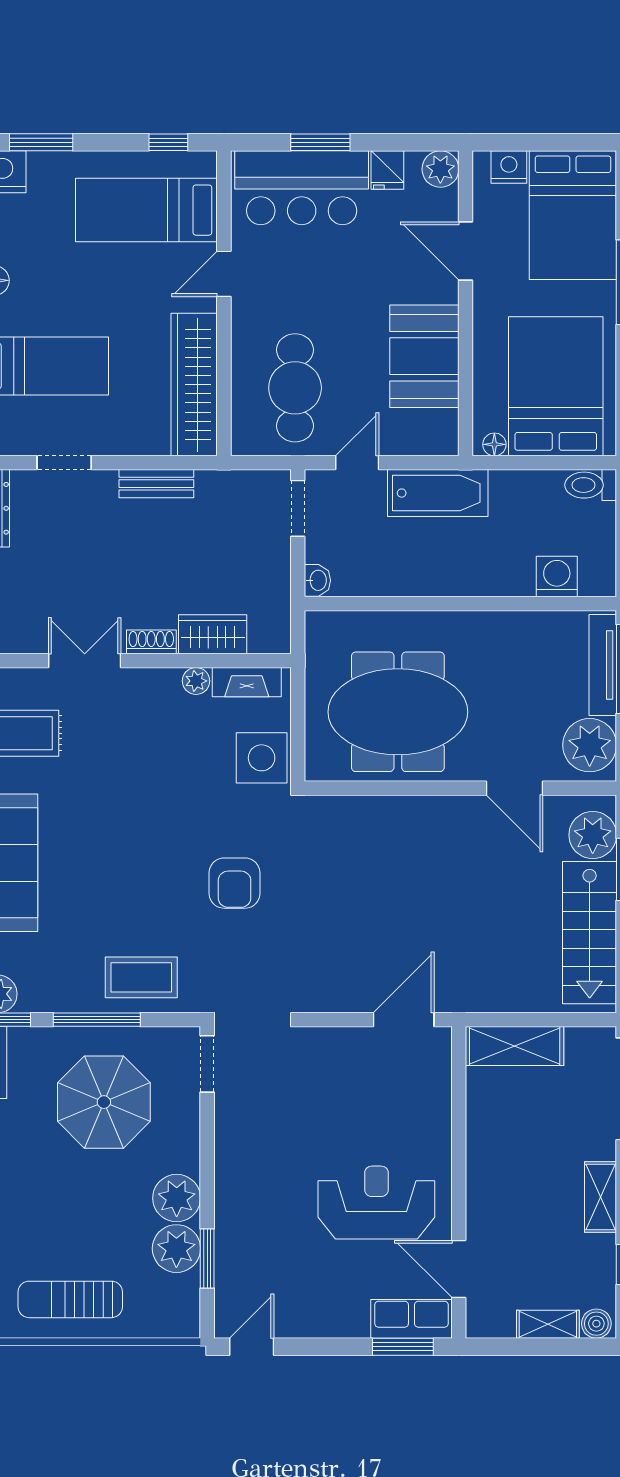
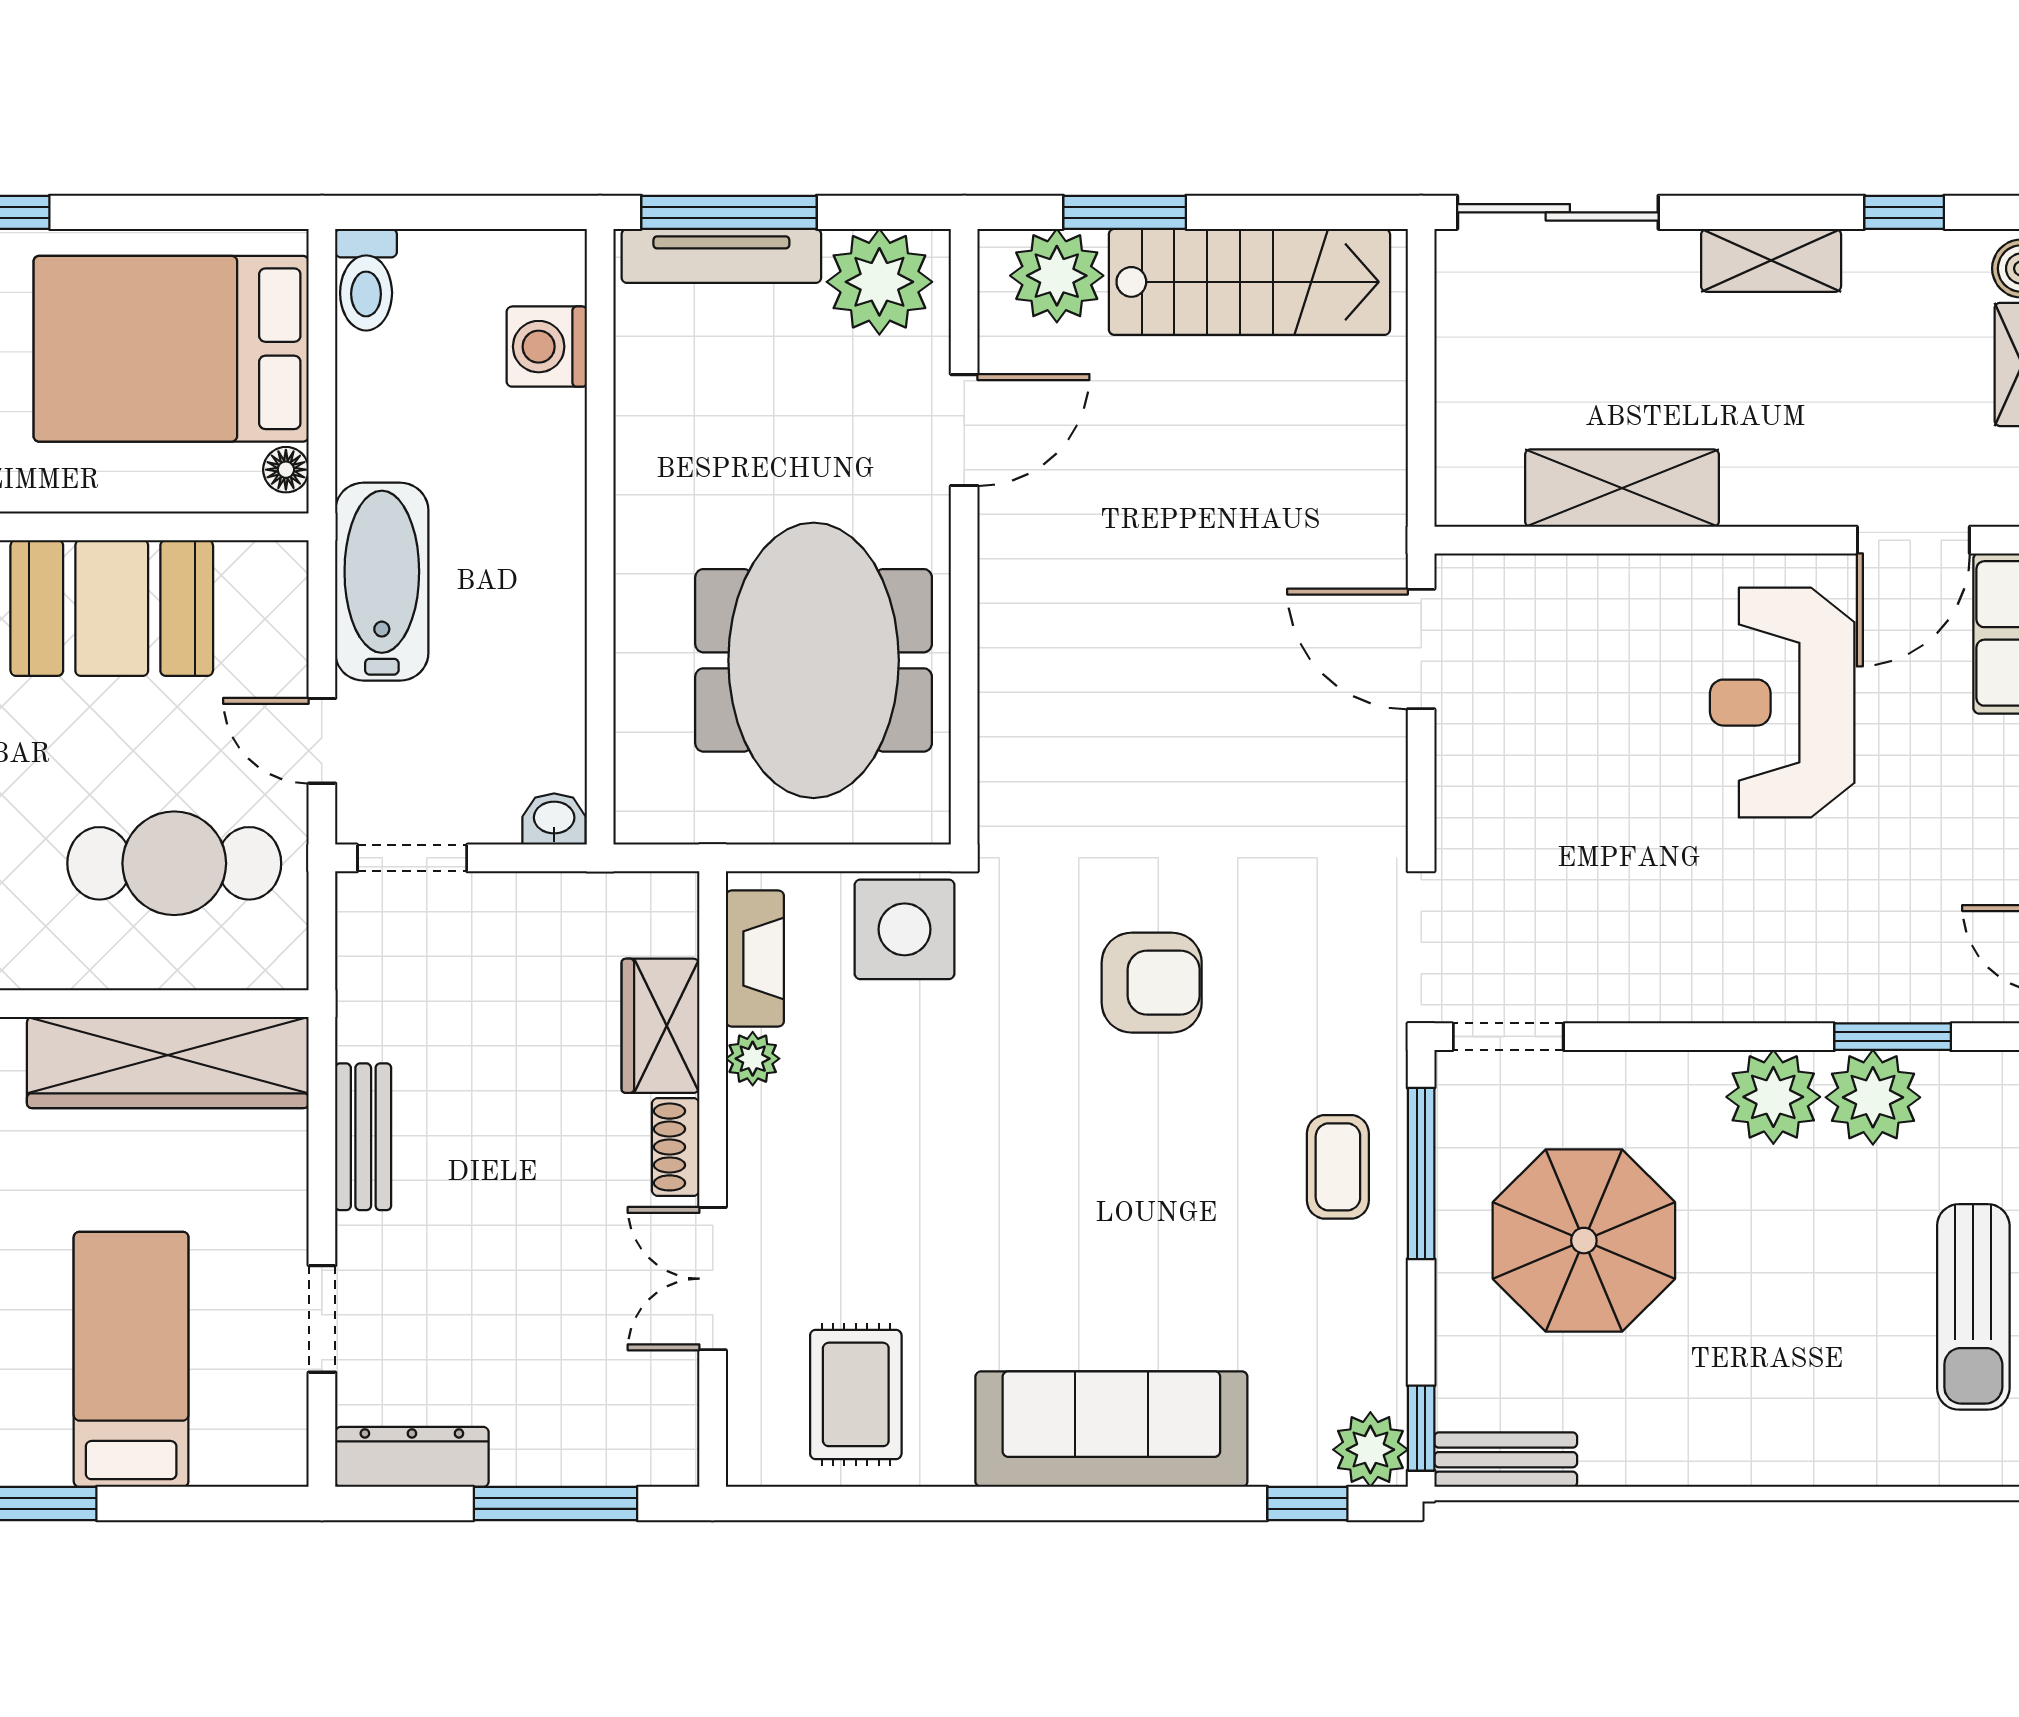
coffee table: (141, 977) -> (1338, 1167), width x0.73, depth x0.77
window: (97, 1020) -> (1421, 1173), moved
shelving: (515, 1046) -> (1622, 488), moved, turned 90

